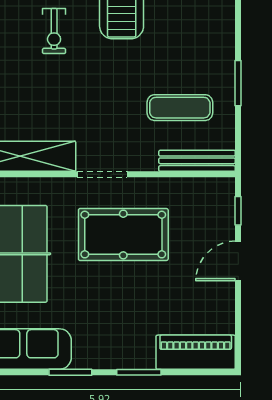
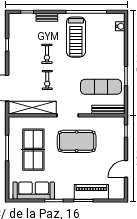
exercise bike: (55, 92) -> (47, 80), added
exercise mat: (180, 108) -> (101, 87), width x1.36, depth x1.45
door: (238, 261) -> (126, 169), moved
piano: (196, 352) -> (91, 192), moved

